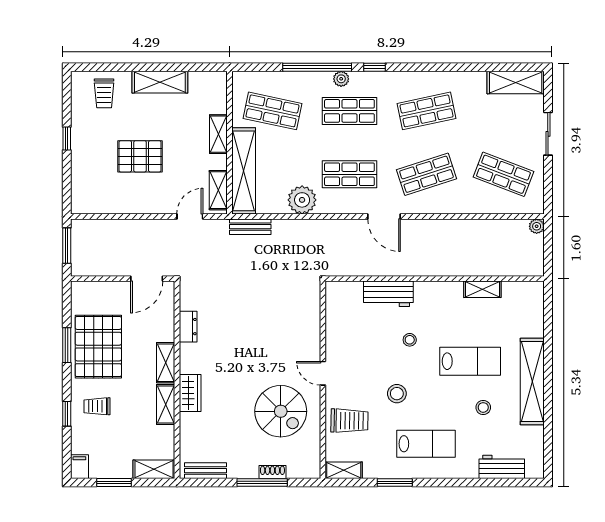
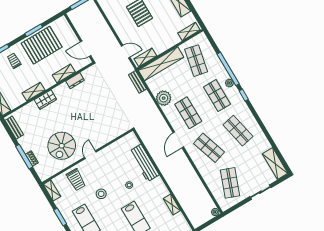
shelving: (218, 134) -> (189, 31), moved
workbench: (388, 294) -> (144, 163), width x1.38
shelving: (166, 363) -> (64, 74), moved

